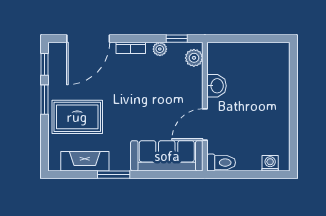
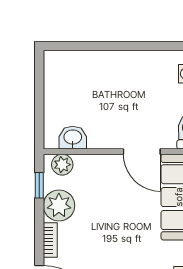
plant: (160, 49) -> (59, 205), width x1.87, depth x1.87
washbasin: (217, 86) -> (73, 138), moved

